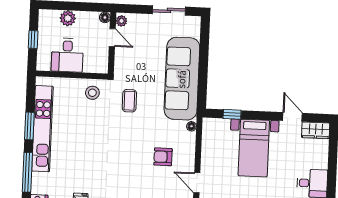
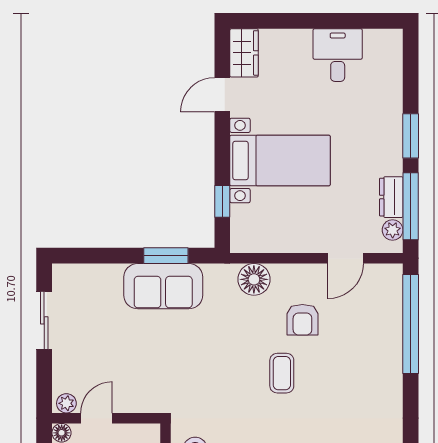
sofa: (182, 79) -> (163, 286), width x0.54, depth x0.79
window: (203, 81) -> (166, 256), added
coffee table: (129, 101) -> (282, 373), moved, turned 90
floor lamp: (192, 126) -> (254, 279), width x1.89, depth x1.89

